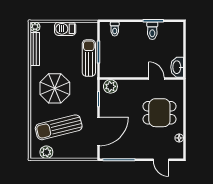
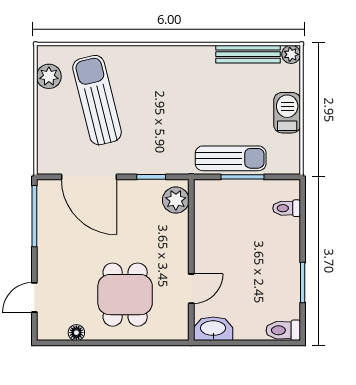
toilet: (152, 31) -> (283, 330), moved
parasol: (55, 88) -> (172, 93), removed

